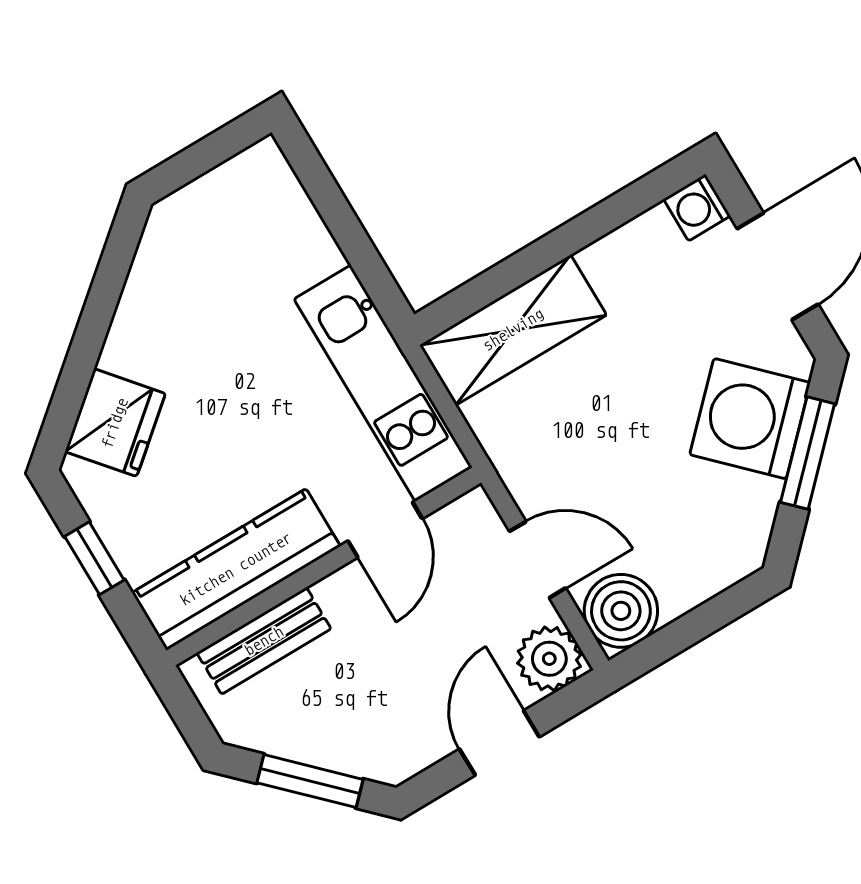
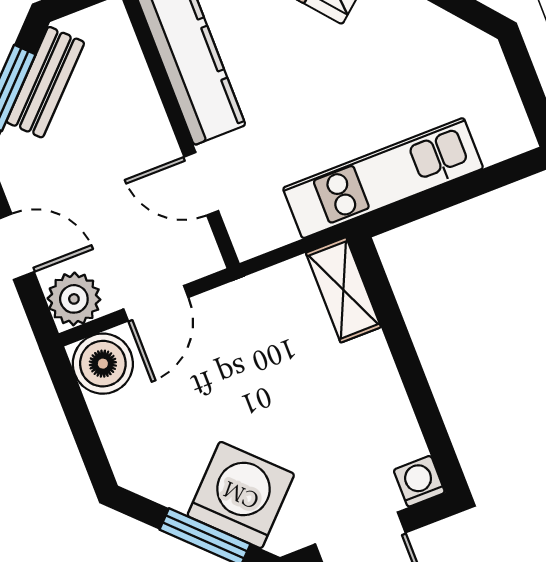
shelving: (513, 330) -> (343, 290), width x0.67, depth x0.75
kitchen unit: (383, 383) -> (383, 178), moved
bench: (264, 641) -> (45, 82), moved, turned 45

